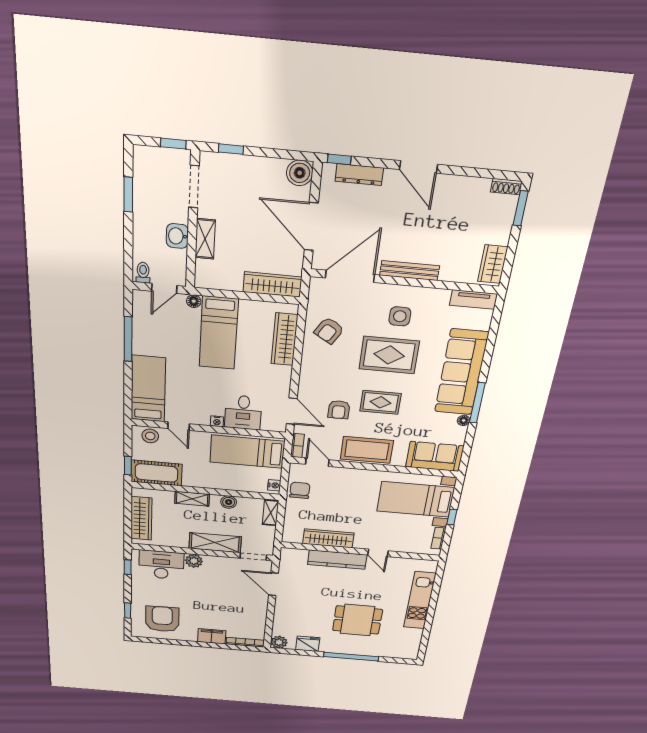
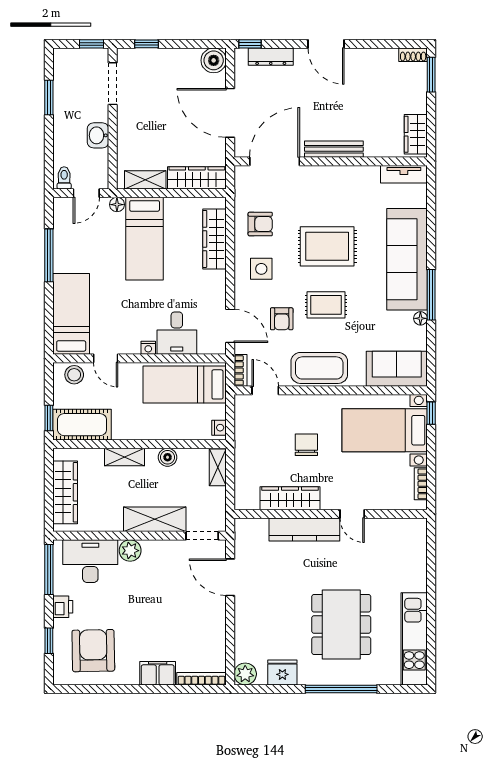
shelving: (205, 239) -> (145, 180), moved, turned 90
side table: (400, 316) -> (261, 269), moved
armchair: (329, 331) -> (260, 224), turned -121
chair: (300, 490) -> (306, 445), moved
window: (452, 517) -> (431, 413), moved
window: (128, 567) -> (49, 570), width x2.17
printer: (139, 591) -> (63, 607), added
kitchen unit: (420, 600) -> (414, 639), moved
dining table: (357, 620) -> (341, 624), width x1.38

